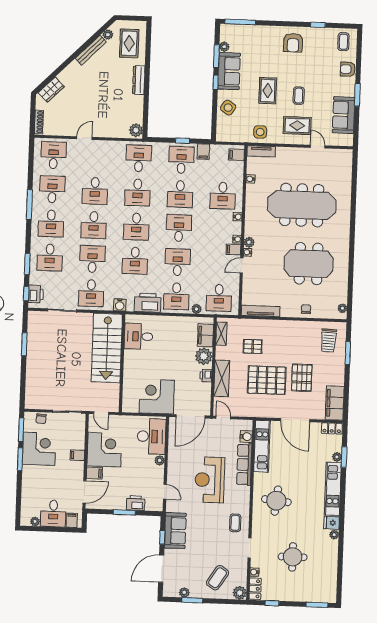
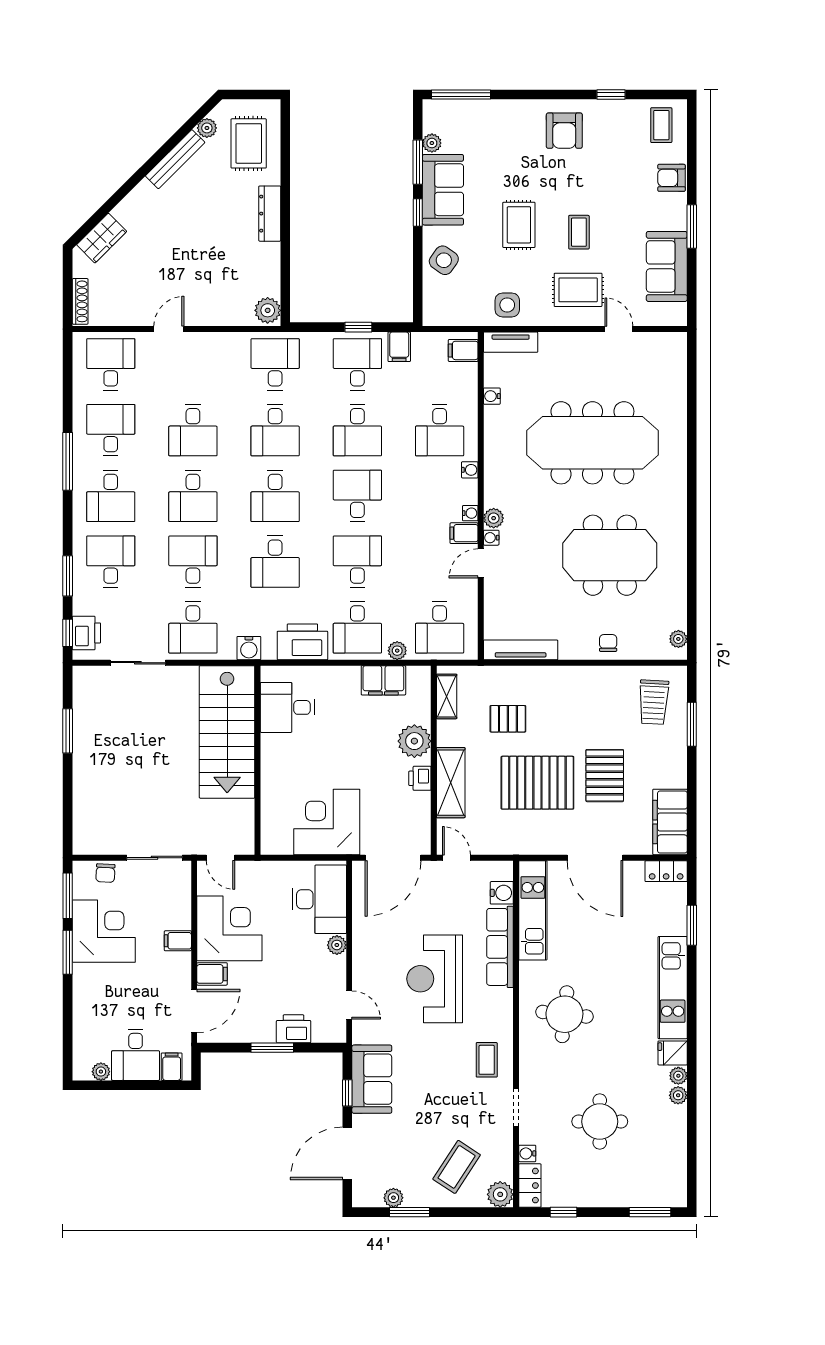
desk: (50, 257) -> (111, 562), turned 180
filing cabinet: (205, 335) -> (383, 680), moved, turned -90
plant: (337, 457) -> (678, 1095), moved

